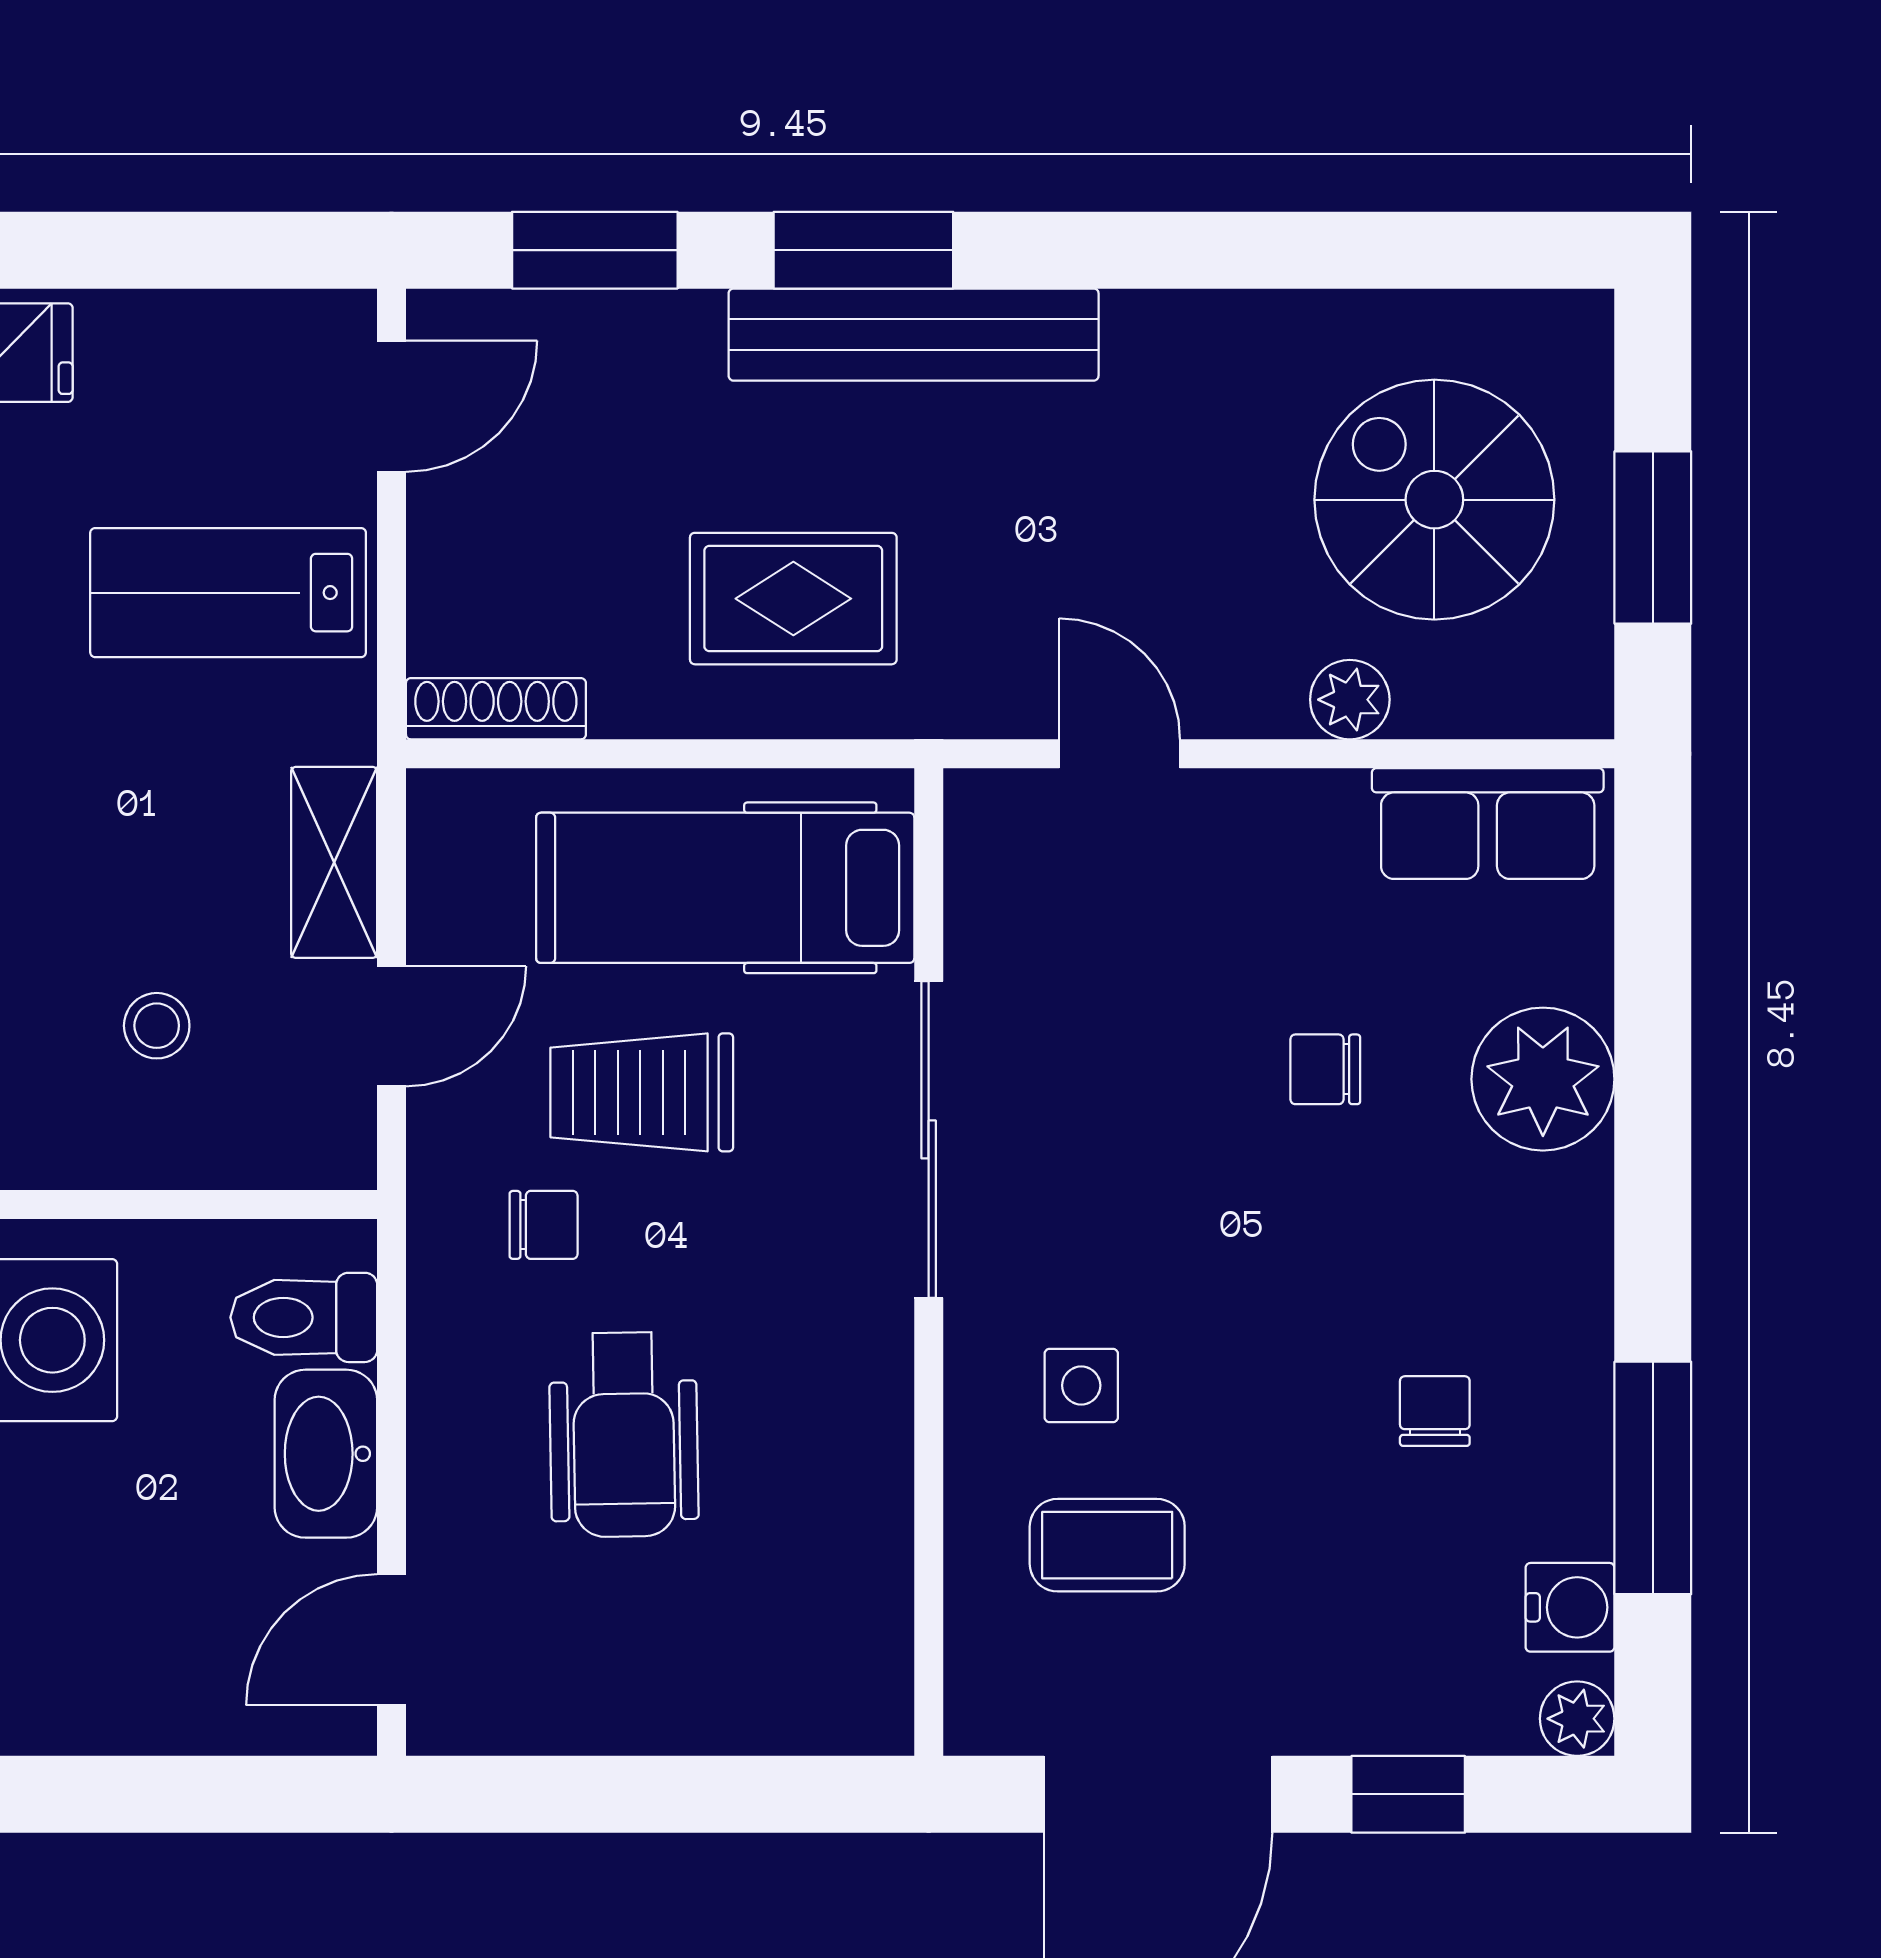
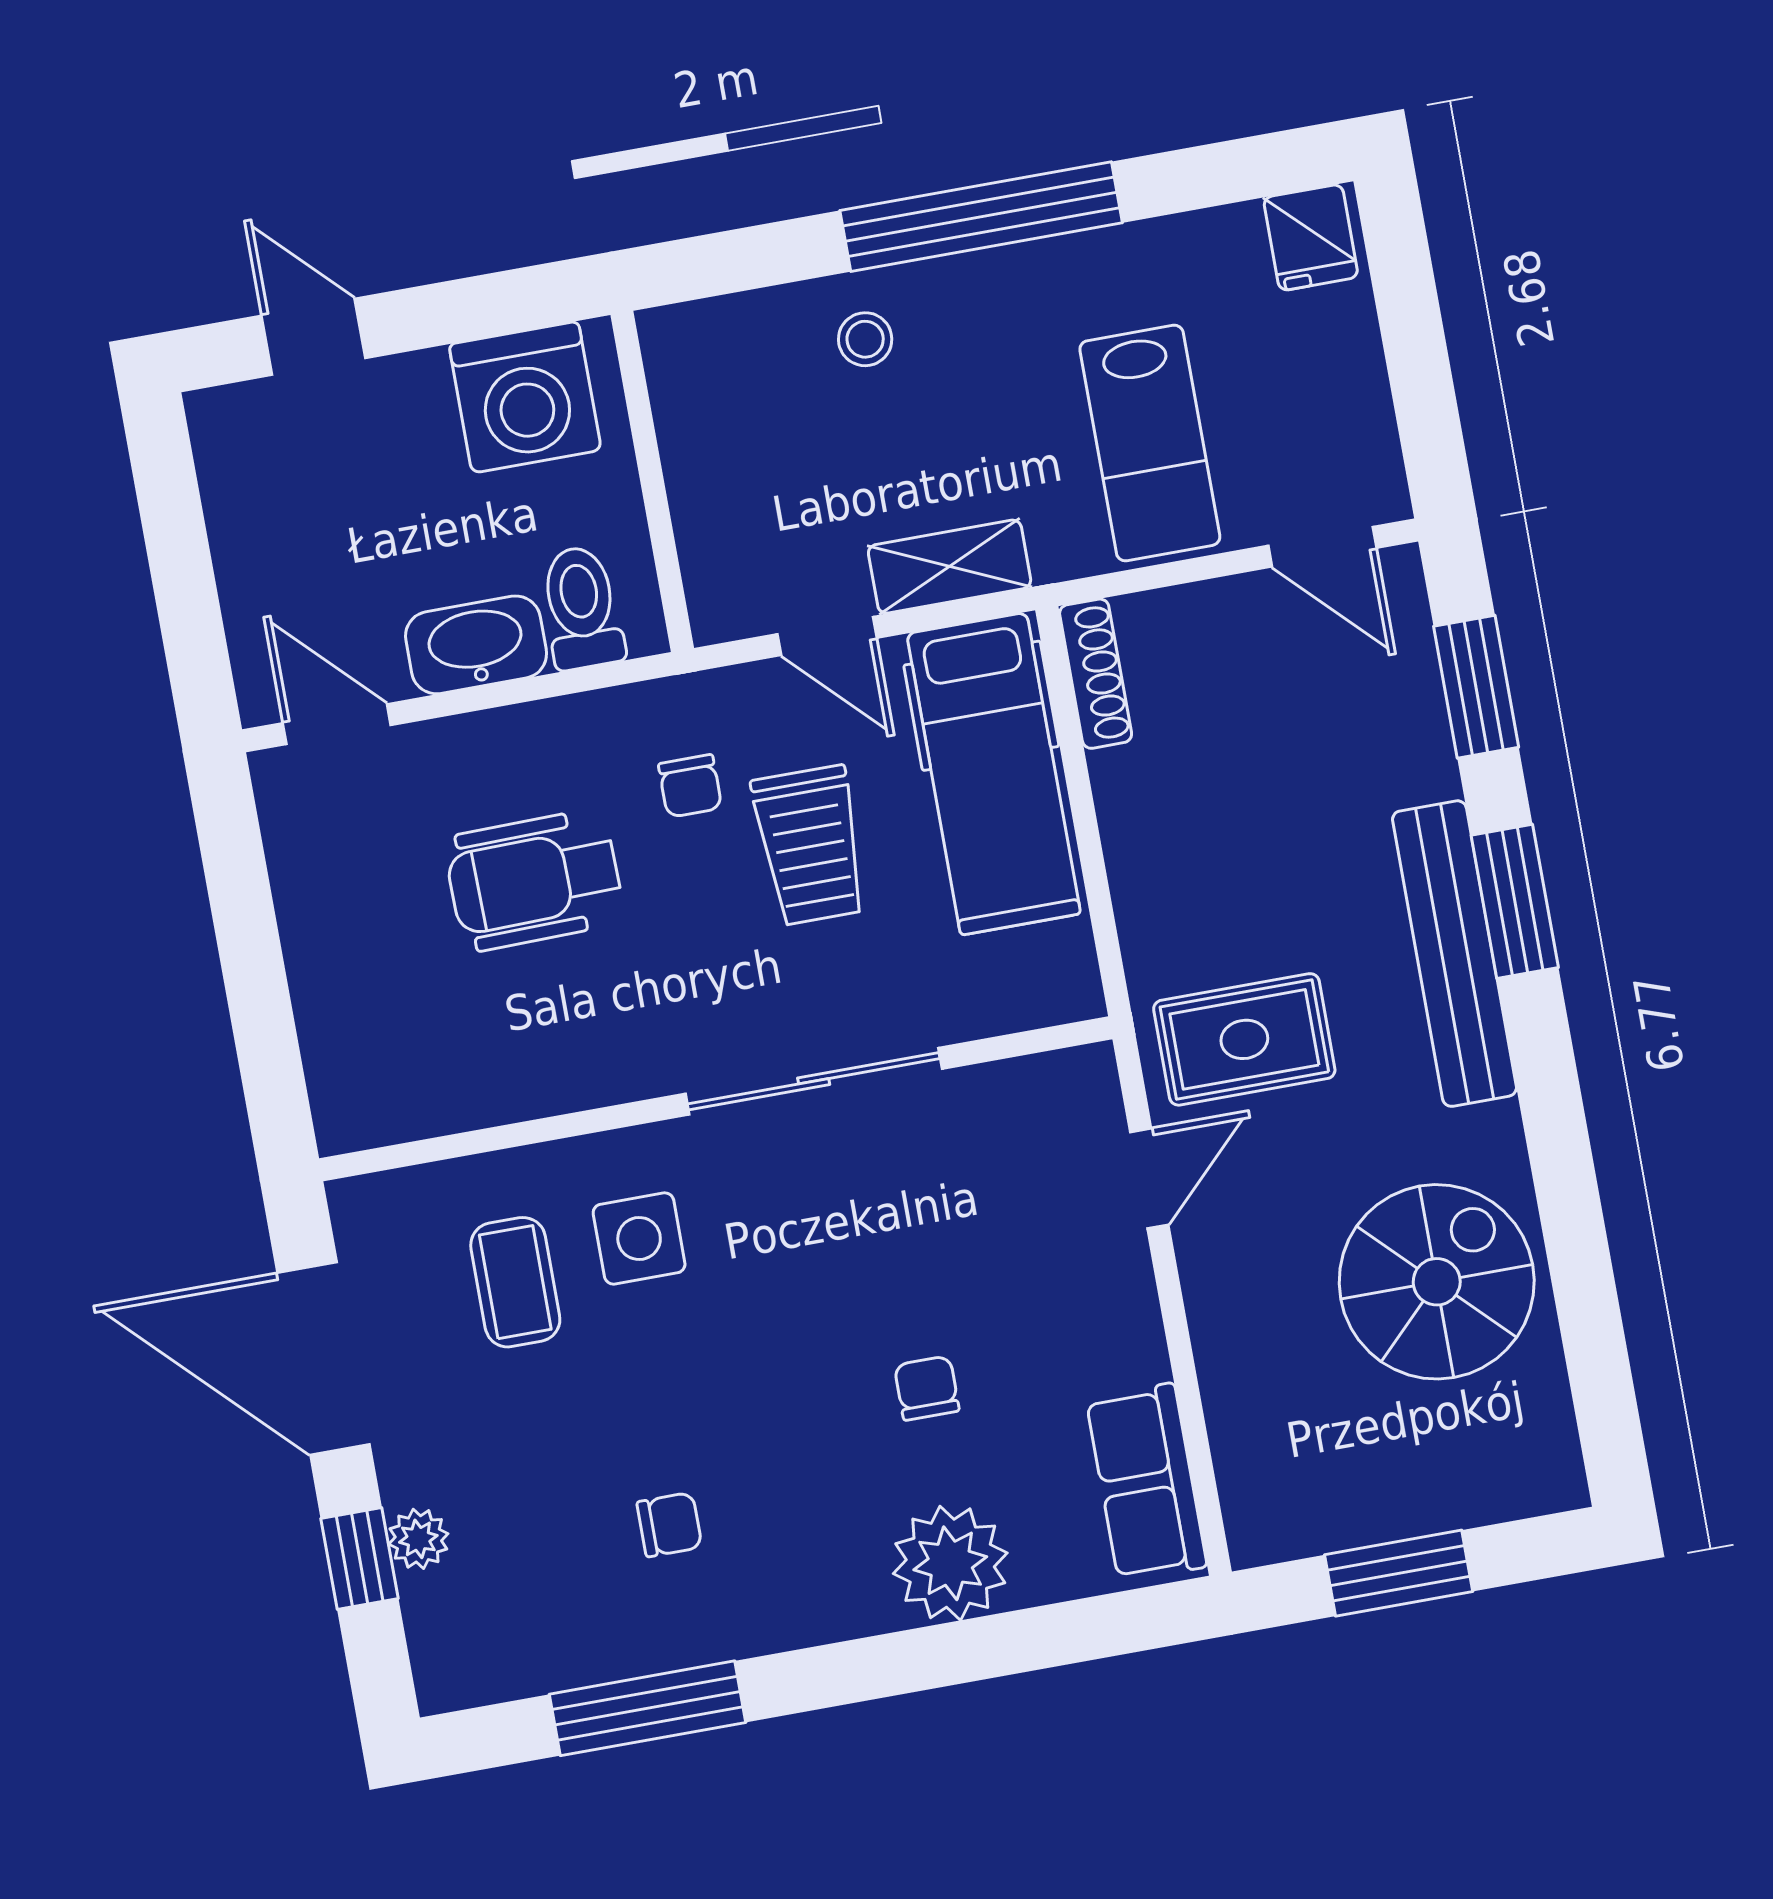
spiral stairs: (1434, 500) -> (1437, 1282), moved
lab bench: (228, 593) -> (1150, 443), turned 180
rug: (793, 599) -> (1244, 1039), moved, turned 90
plant: (1350, 700) -> (1226, 1354), removed
hospital bed: (725, 888) -> (994, 774), moved, turned 180
stool: (157, 1026) -> (865, 339), moved
trolley: (642, 1092) -> (810, 845), turned 180
side table: (1081, 1385) -> (639, 1238), width x1.37, depth x1.37
water cooler: (1570, 1607) -> (532, 1661), removed
plant: (1577, 1719) -> (418, 1539), moved

